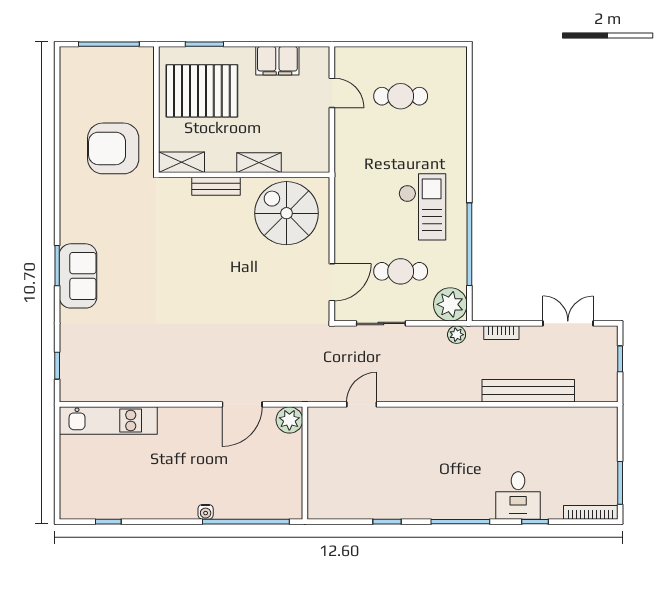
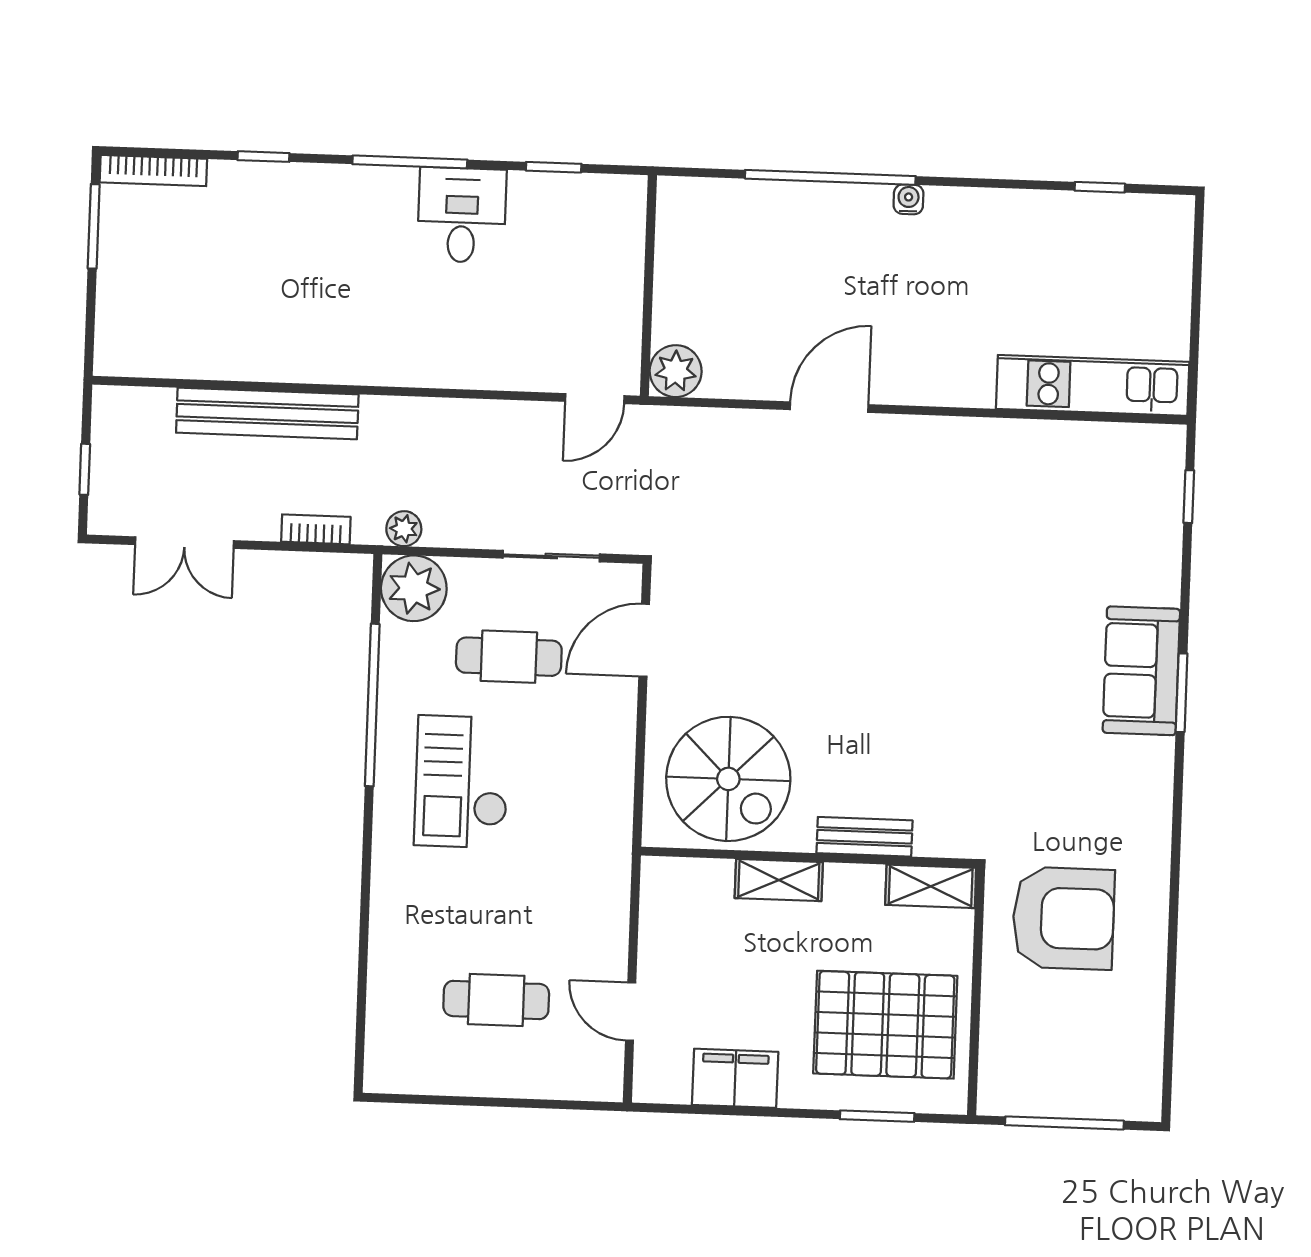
plant: (289, 420) -> (676, 371), moved
wall: (305, 463) -> (648, 286), moved
desk: (518, 495) -> (462, 215), moved

